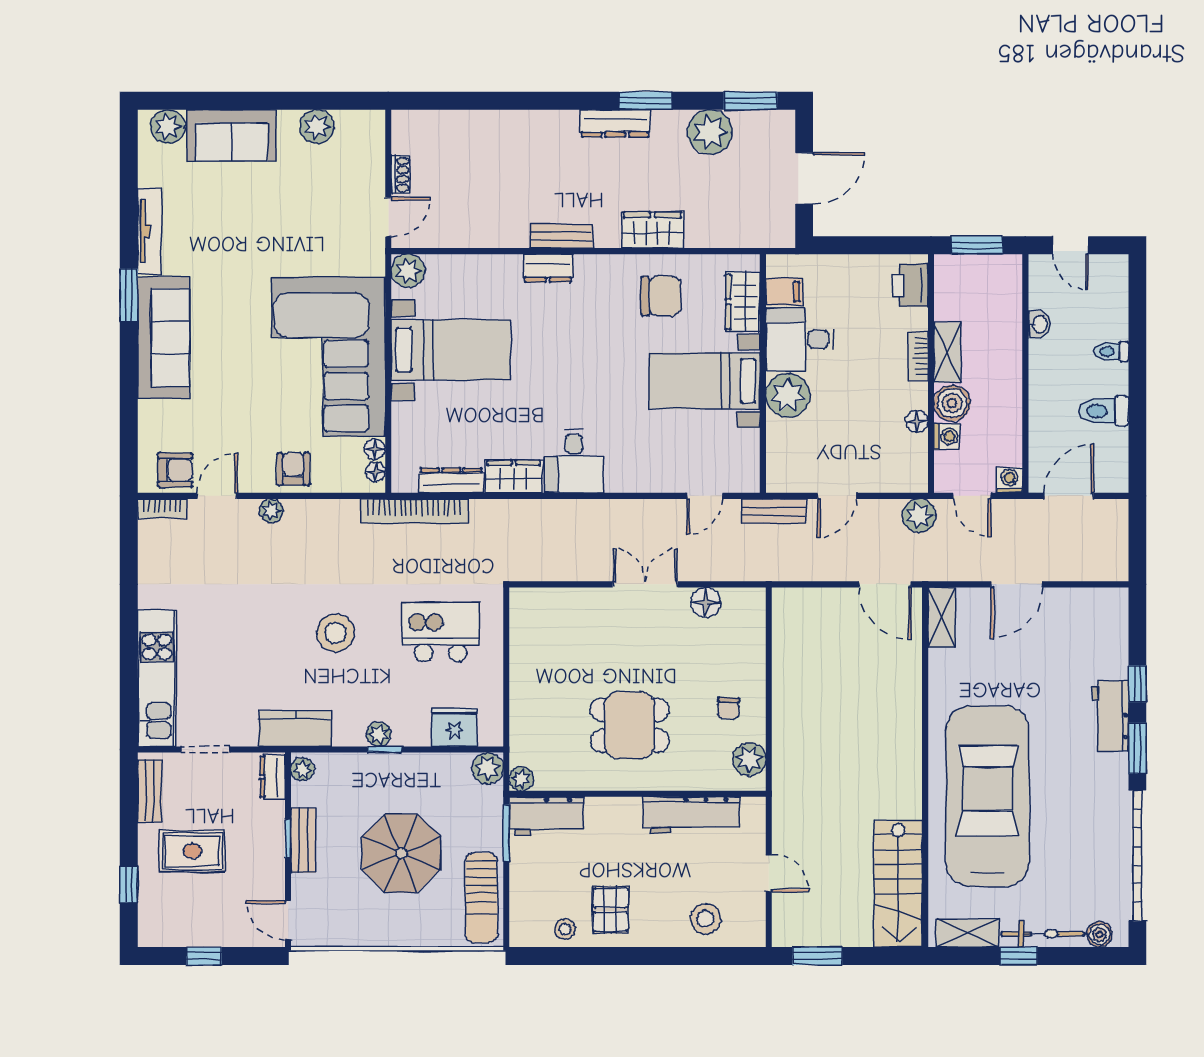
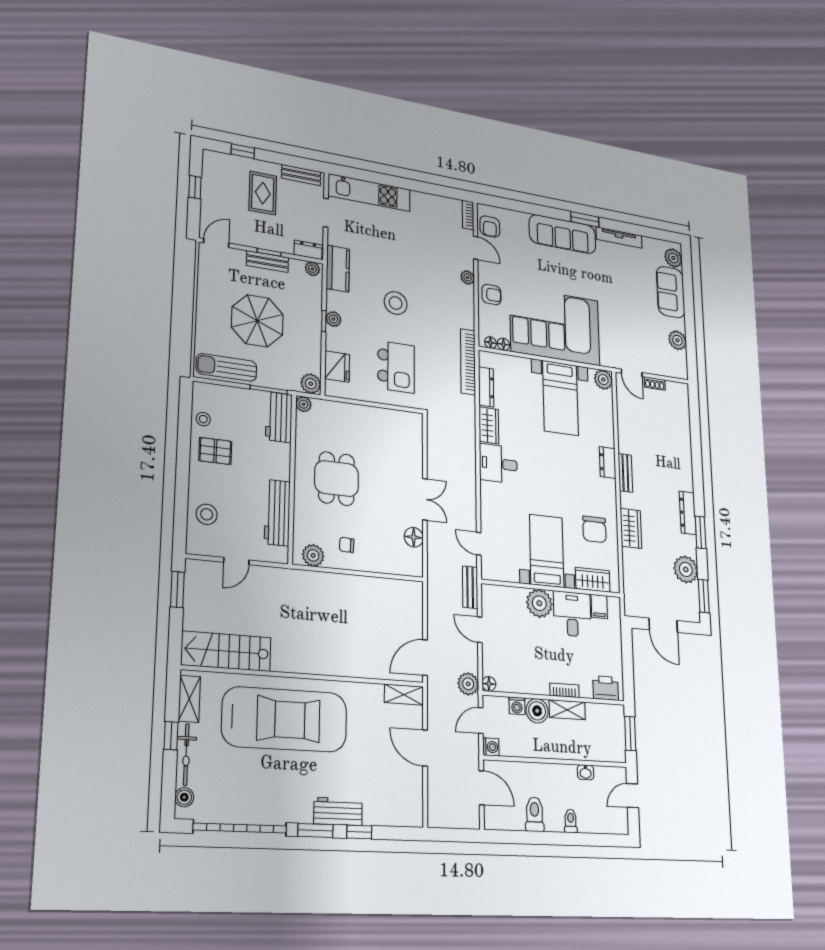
floor lamp: (917, 421) -> (489, 684), moved

